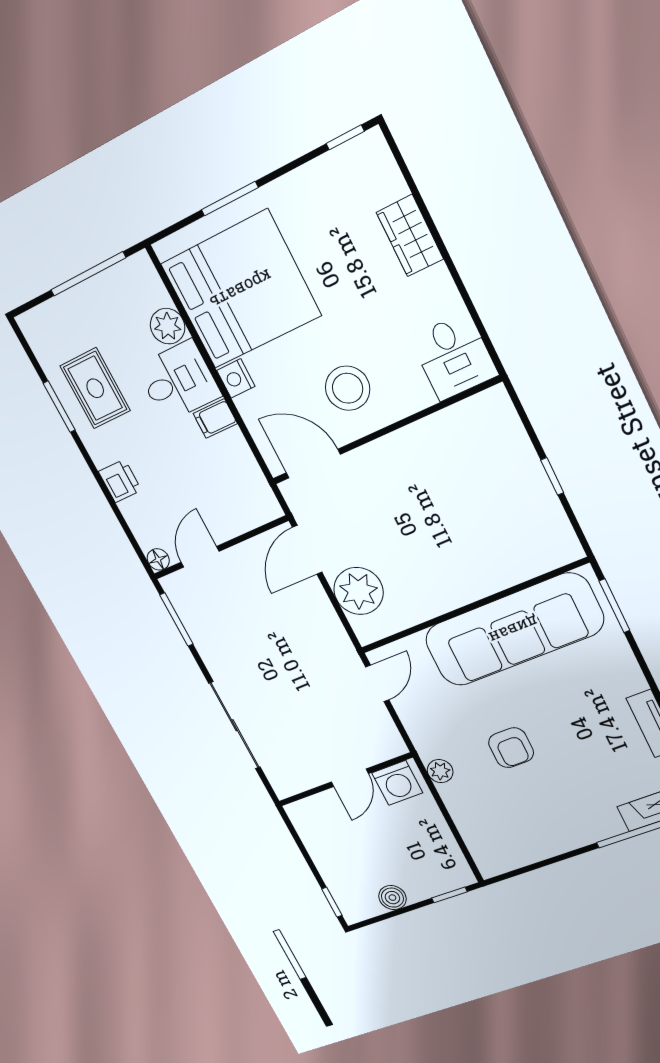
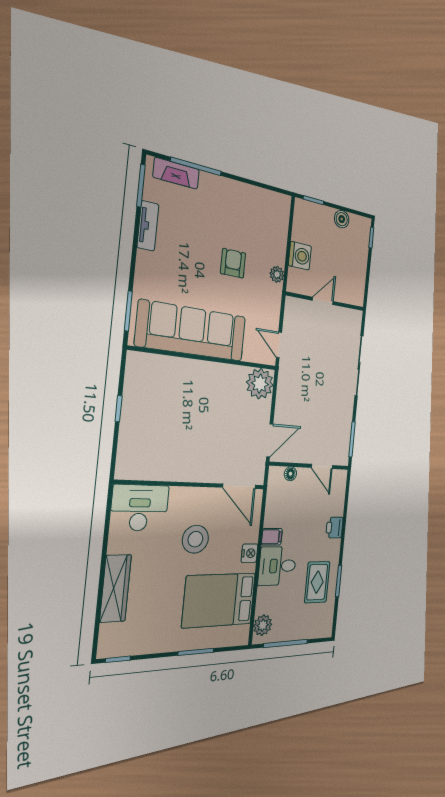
wardrobe: (410, 236) -> (116, 588), width x1.50
bed: (241, 290) -> (219, 600), width x0.73
plant: (168, 326) -> (263, 625), moved
desk: (454, 356) -> (140, 508), width x1.37
stool: (348, 388) -> (195, 539), moved
door: (200, 557) -> (322, 466), hinge flipped
floor lamp: (158, 559) -> (290, 474), moved
plant: (359, 591) -> (260, 384), moved
door: (377, 683) -> (279, 345), hinge flipped
washing machine: (397, 783) -> (300, 256), moved, turned 90

